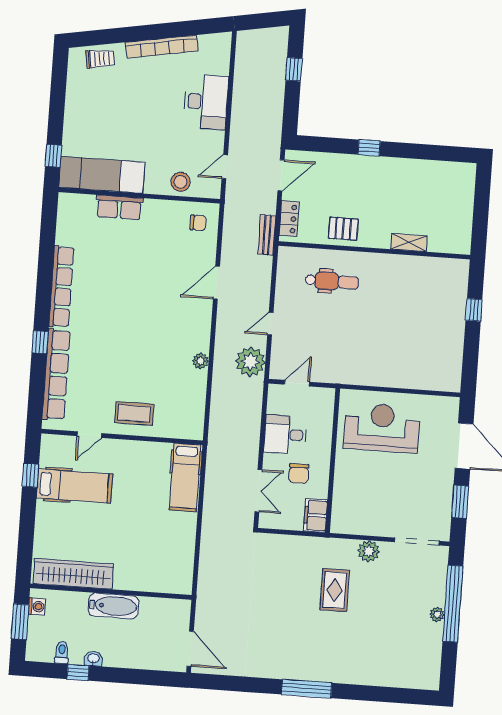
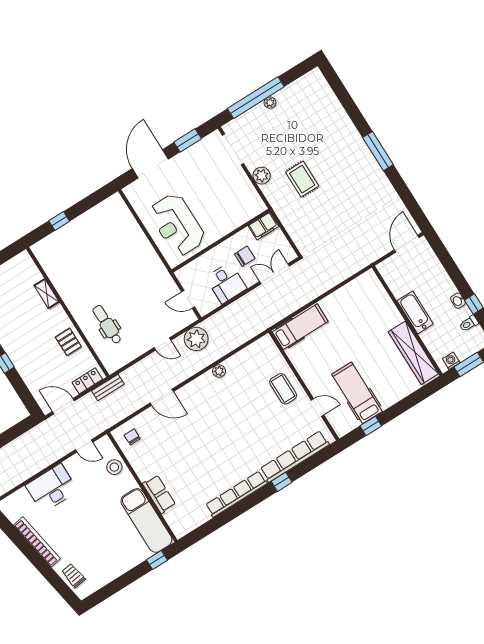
rug: (335, 590) -> (302, 179), turned 90

